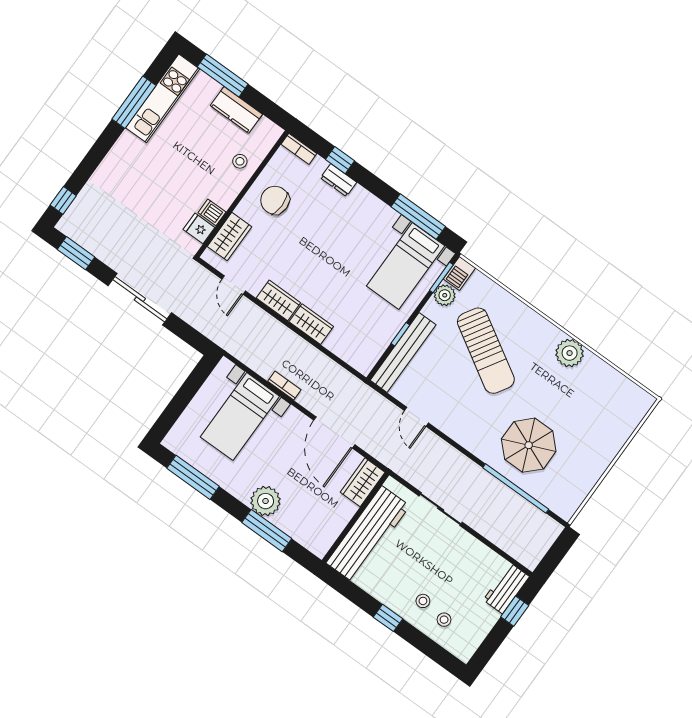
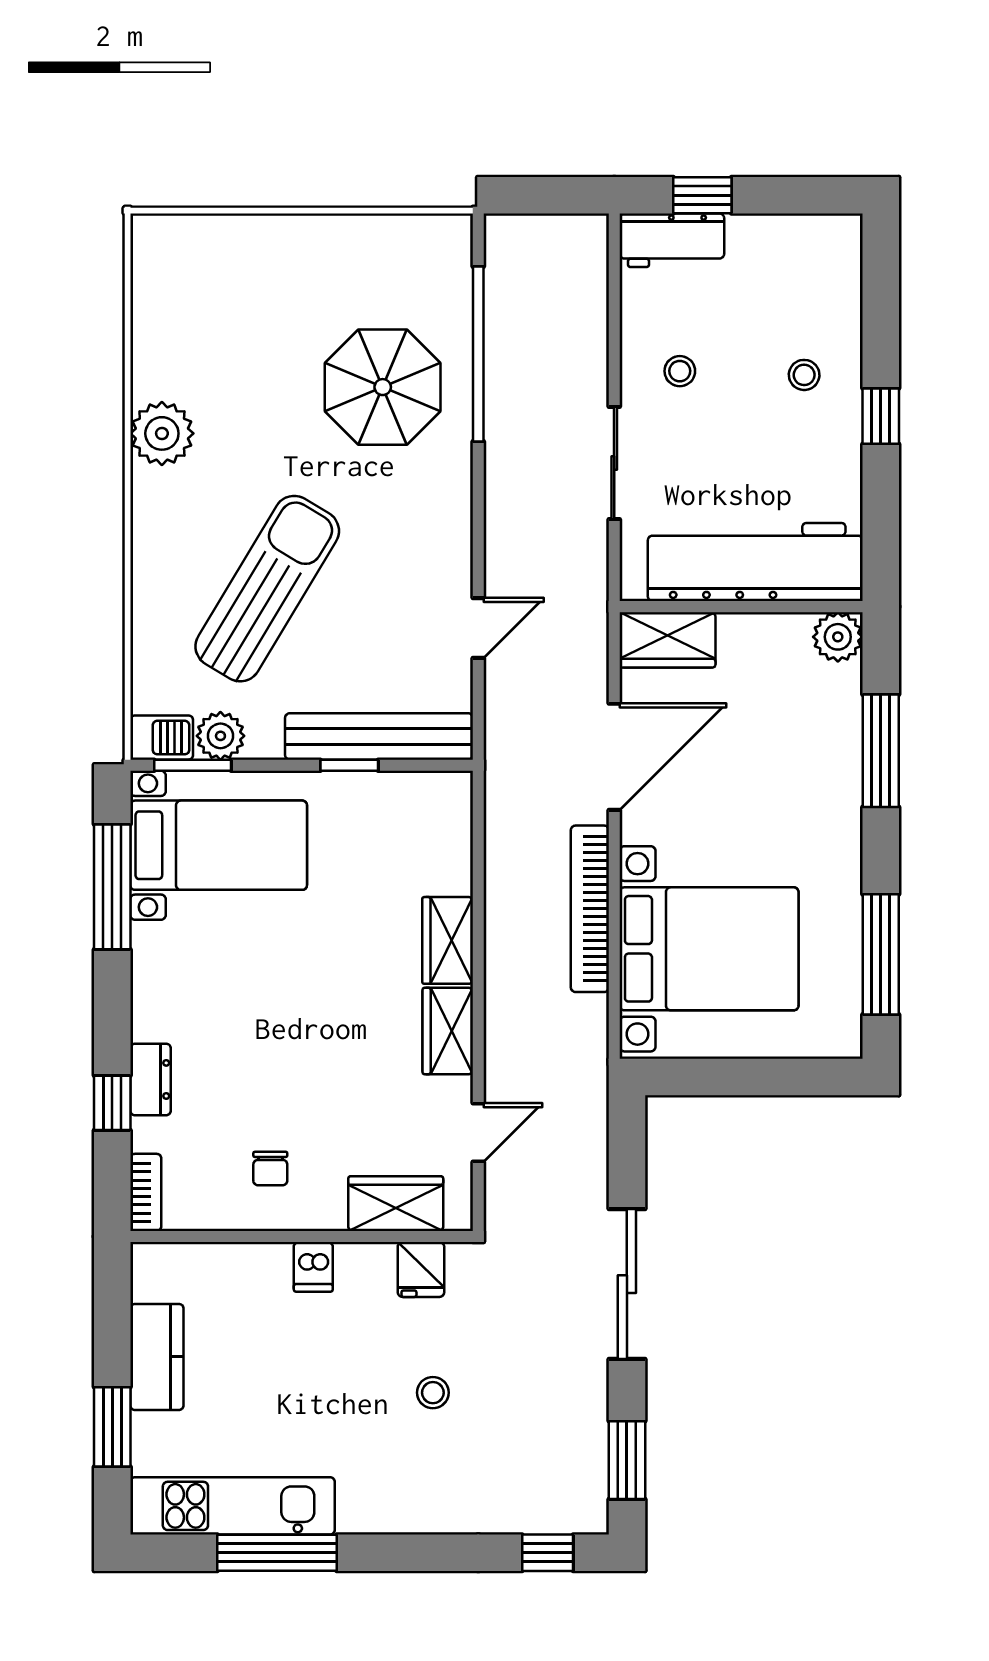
window: (223, 75) -> (112, 1427), width x0.69
stool: (240, 161) -> (433, 1393), moved
chair: (275, 200) -> (270, 1169), width x0.54, depth x0.54
dishwasher: (212, 212) -> (313, 1267), moved
bookcase: (284, 386) -> (590, 909), width x2.31, depth x1.31
bed with nightstands: (240, 417) -> (709, 949), width x1.36
plant: (266, 501) -> (838, 637), moved, width x0.73, depth x0.73
stool: (444, 620) -> (680, 371), moved

